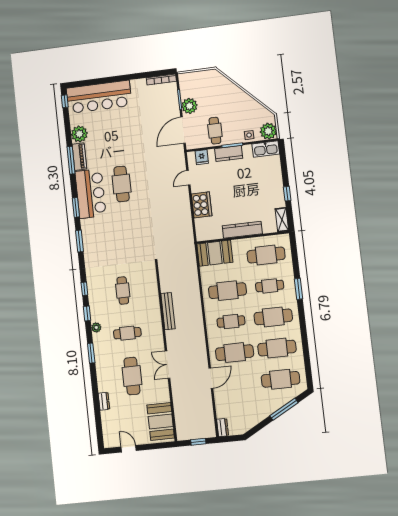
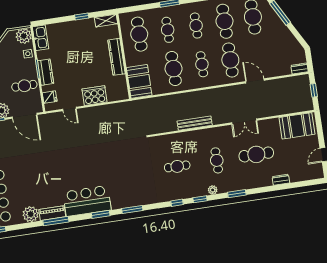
cafe table: (122, 184) -> (77, 172), removed
cafe table: (273, 317) -> (196, 26), width x0.73, depth x0.74

